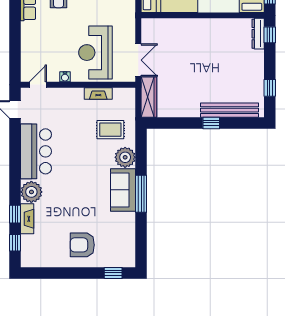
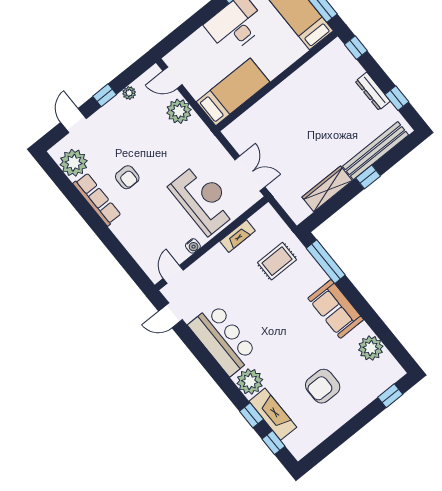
dresser: (258, 34) -> (373, 91), moved
reception desk: (95, 53) -> (203, 199), turned 180
wardrobe: (149, 97) -> (327, 189), moved, turned -90
plant: (125, 157) -> (371, 348), moved
window: (141, 194) -> (326, 262), moved
fireplace: (27, 219) -> (273, 414), width x1.37, depth x1.32
armchair: (82, 245) -> (323, 386), moved

